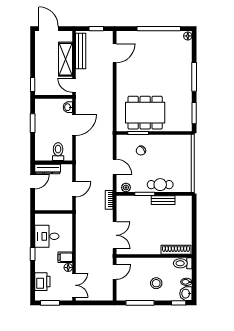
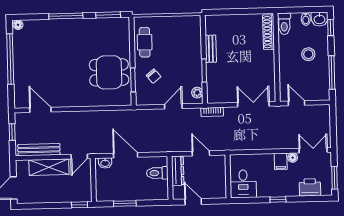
dining table: (145, 113) -> (109, 72), width x0.73
dresser: (48, 169) -> (178, 171), moved
cafe table: (160, 185) -> (145, 42), moved
desk: (47, 236) -> (243, 184), moved

